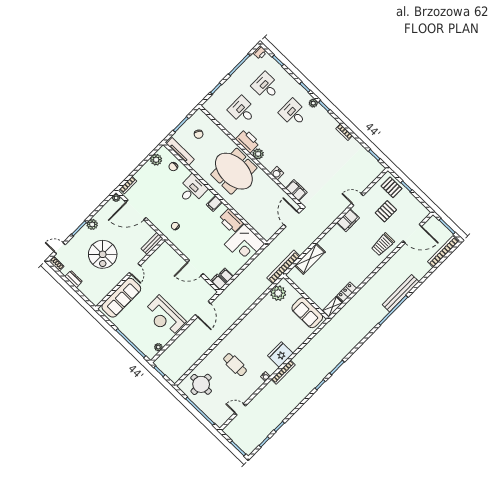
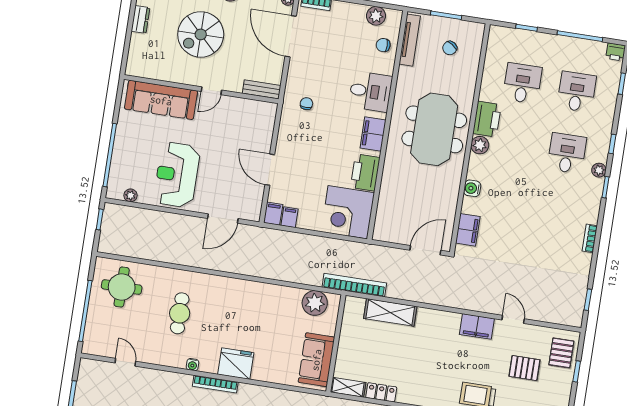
filing cabinet: (214, 204) -> (373, 134), width x2.00

